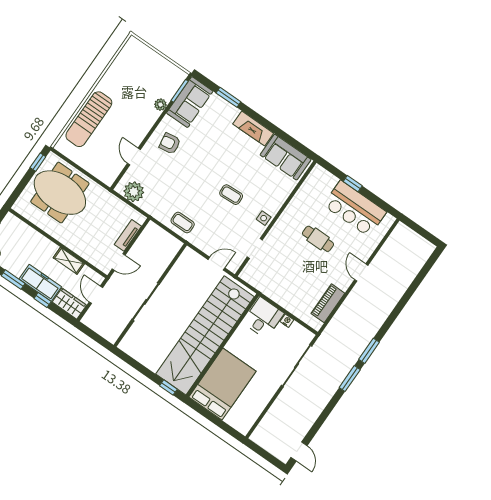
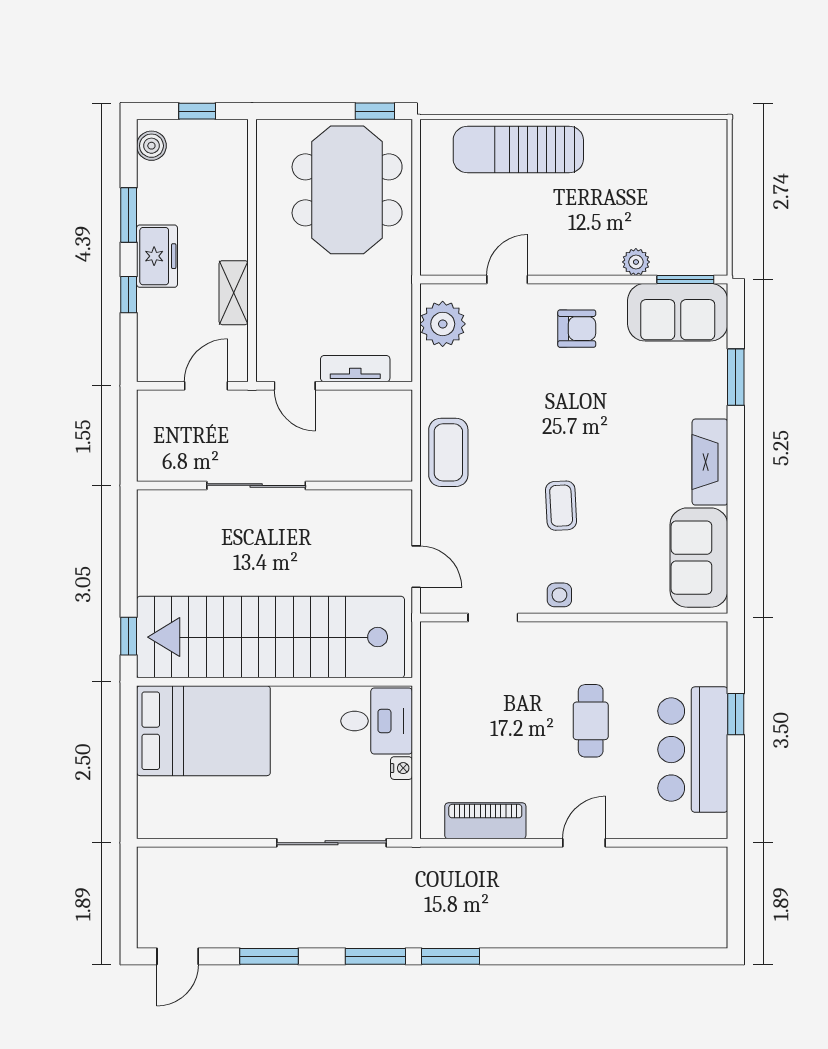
armchair: (170, 143) -> (577, 329), turned 99
coffee table: (183, 223) -> (448, 452), width x1.36, depth x1.30
freezer: (40, 283) -> (157, 256), width x0.71
wardrobe: (69, 304) -> (156, 348), removed
window: (322, 418) -> (269, 956), added

